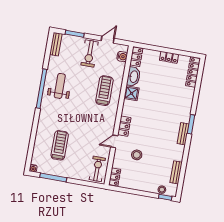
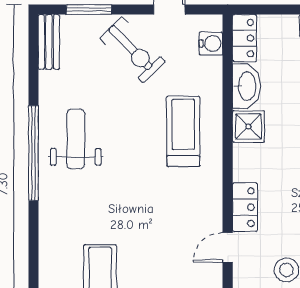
exercise bike: (90, 54) -> (133, 50), turned -44

